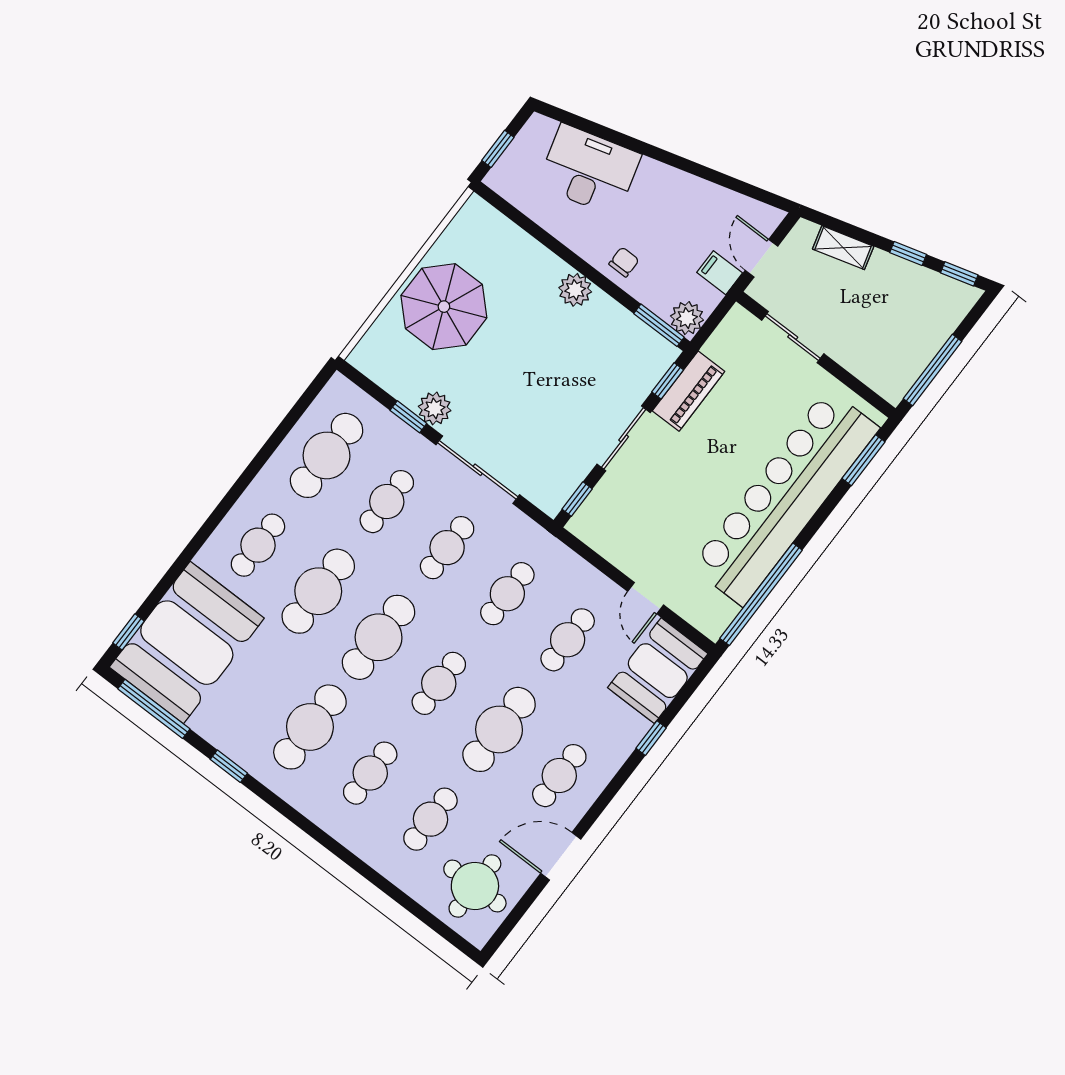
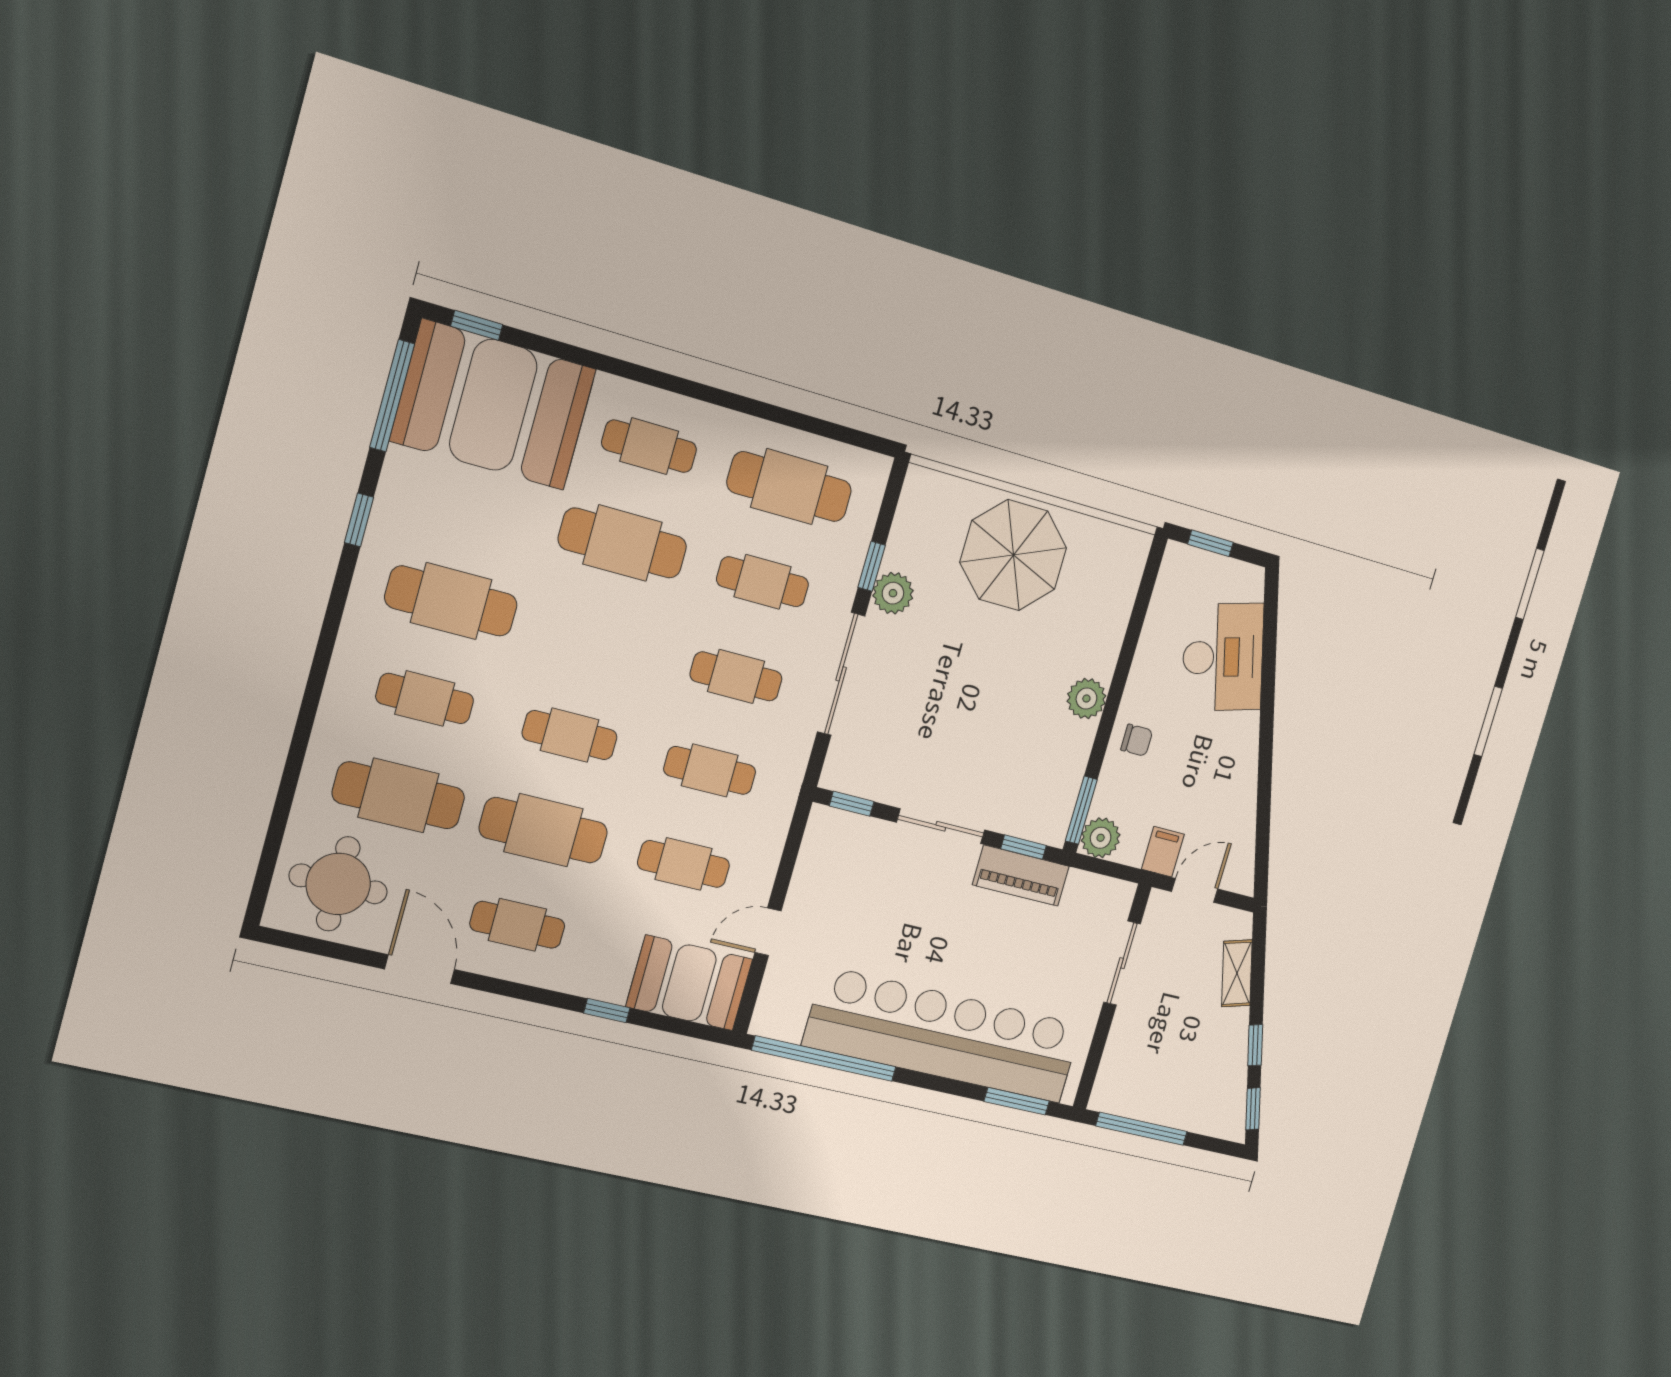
cafe table: (379, 637) -> (596, 639), removed
cafe table: (430, 819) -> (399, 795), width x1.37, depth x1.35

